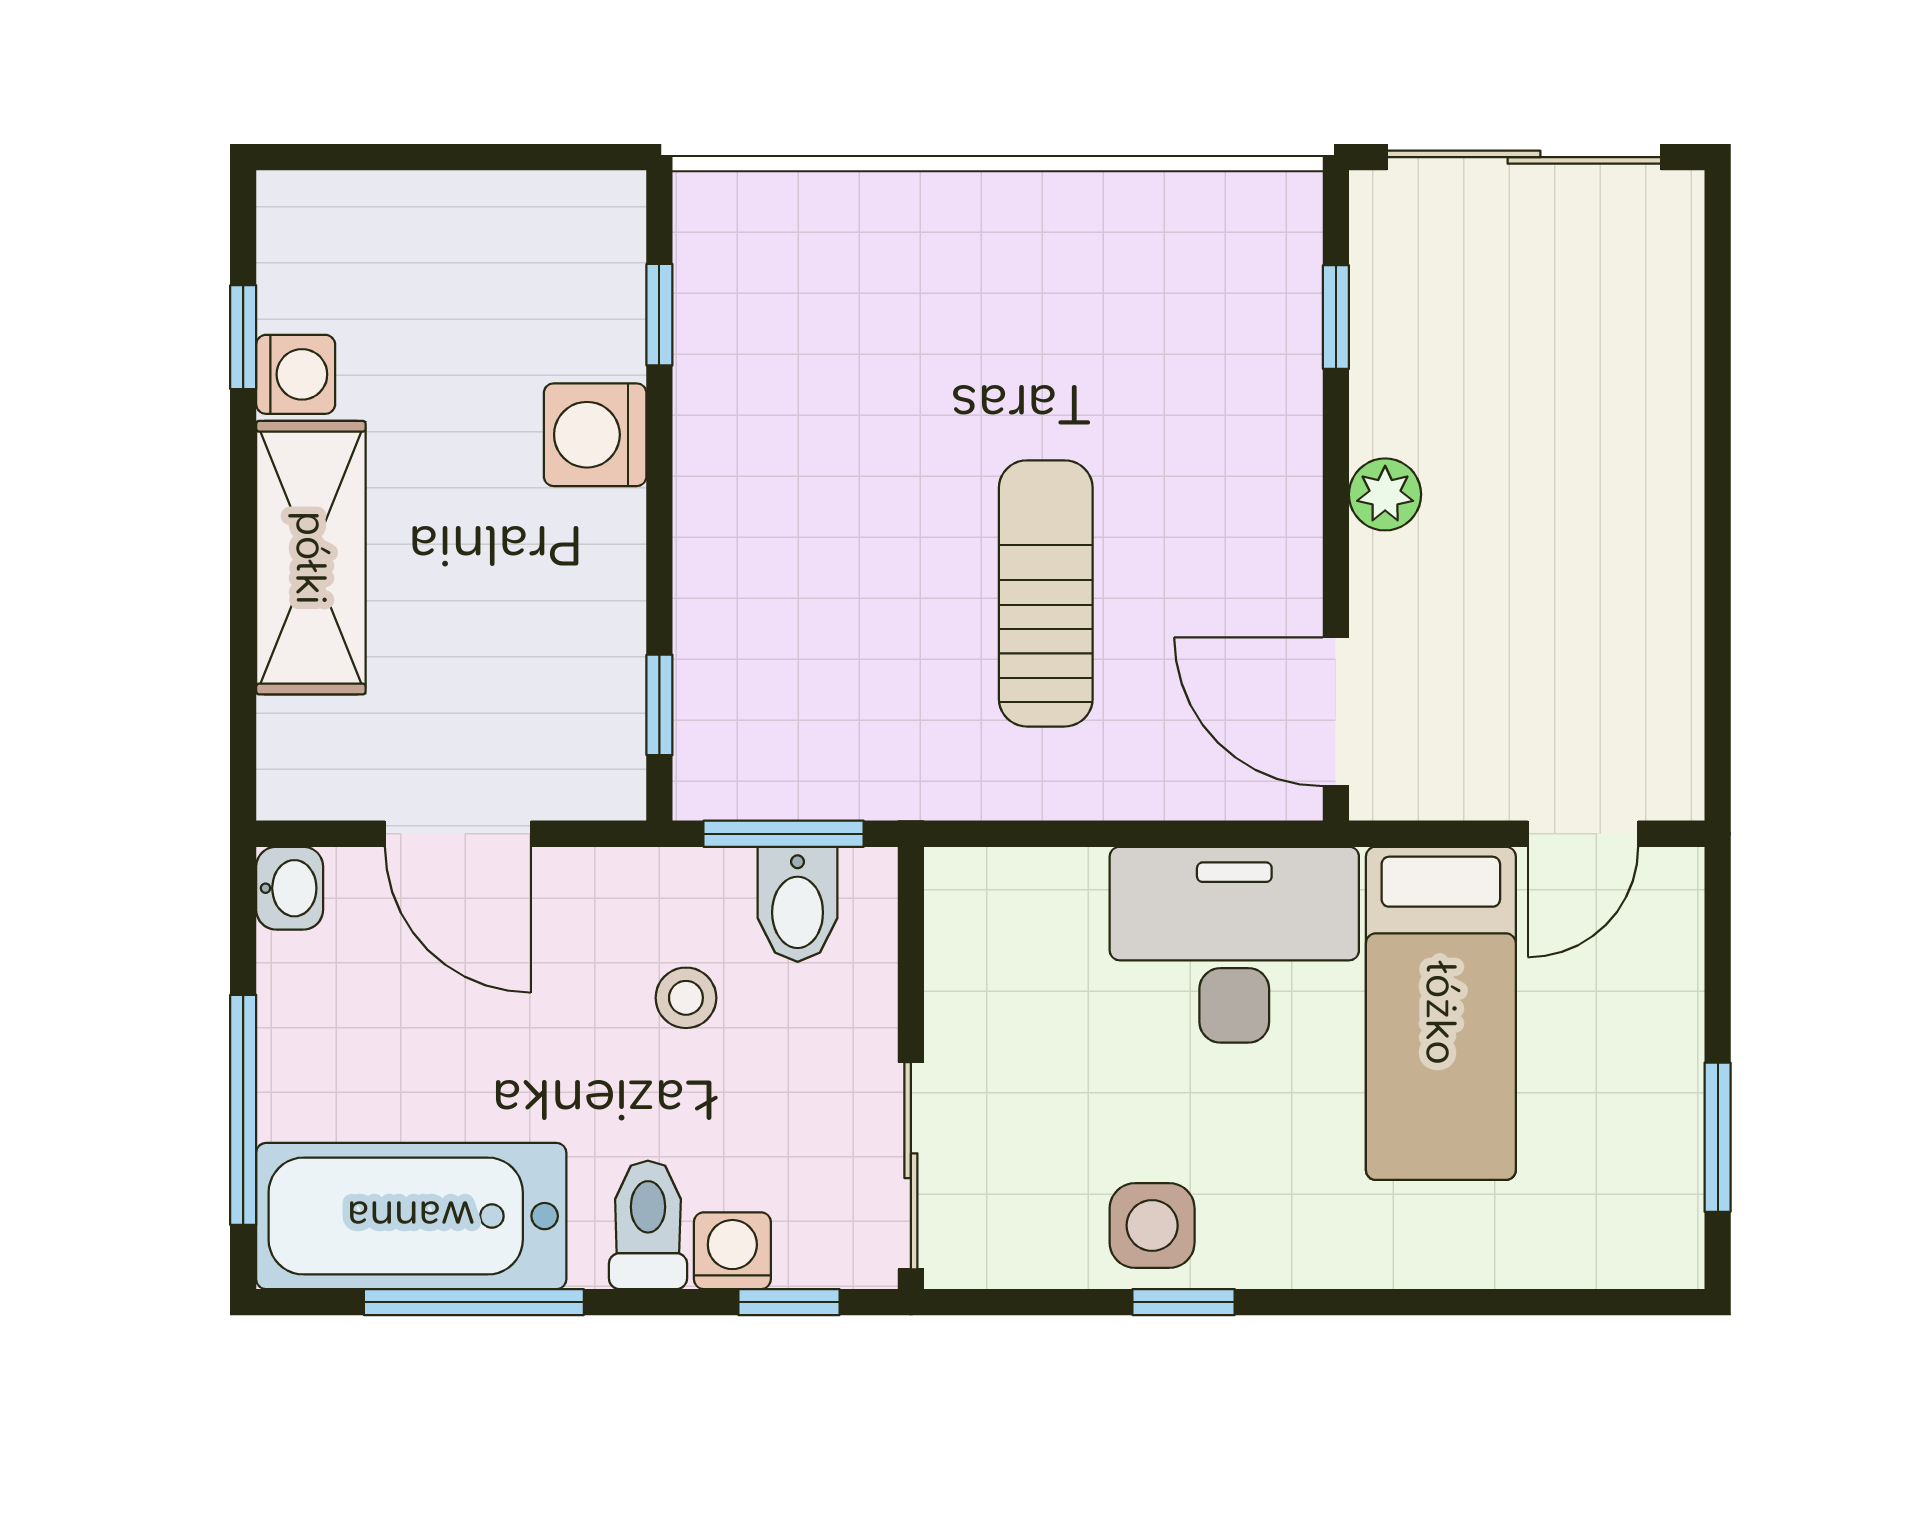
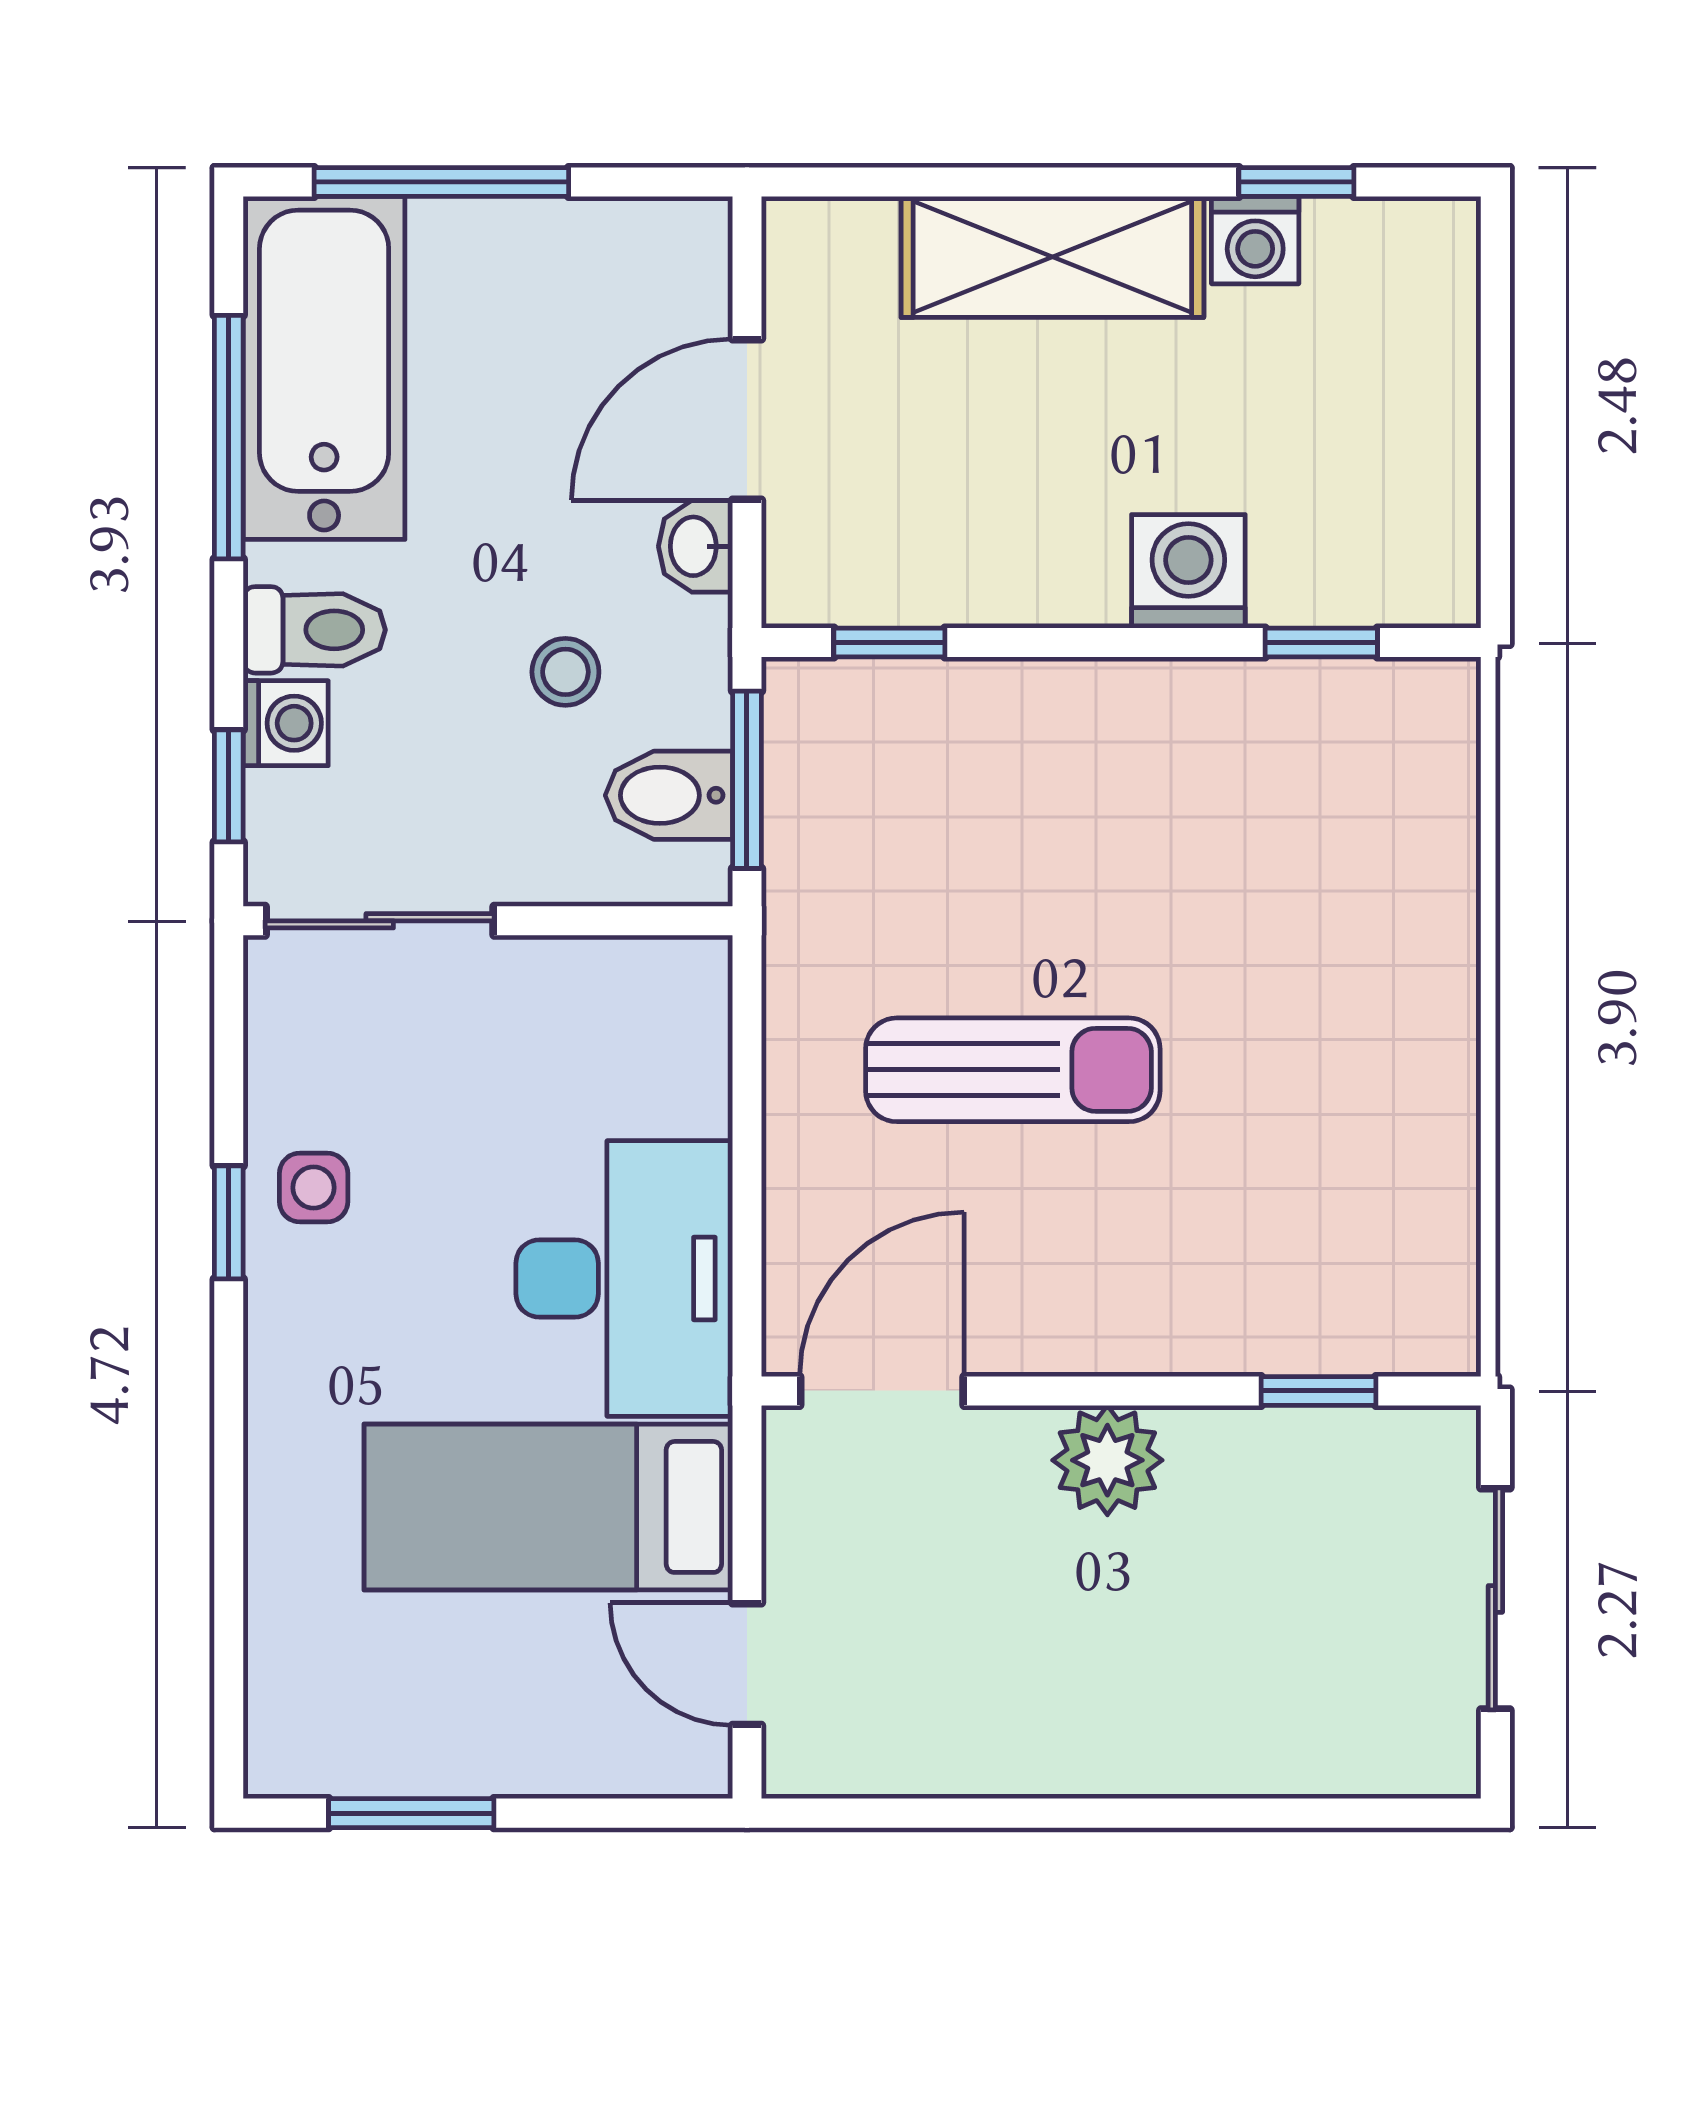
sliding door: (1524, 157) -> (1495, 1599), width x0.73
plant: (1385, 494) -> (1107, 1460), width x1.38, depth x1.38
washbasin: (290, 888) -> (696, 546), moved, turned 90
side table: (1152, 1226) -> (314, 1188), width x0.73, depth x0.73

